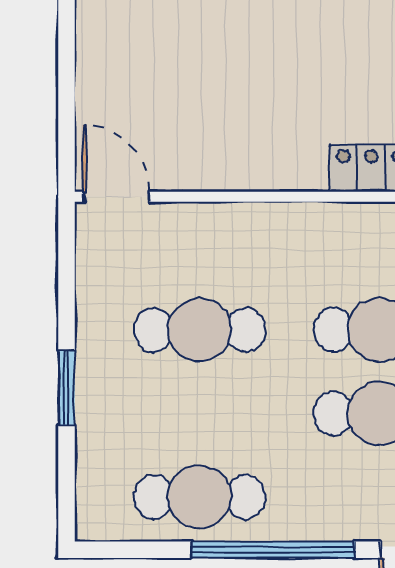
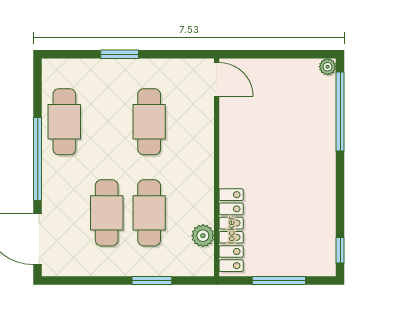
door: (116, 197) -> (217, 79), hinge flipped

